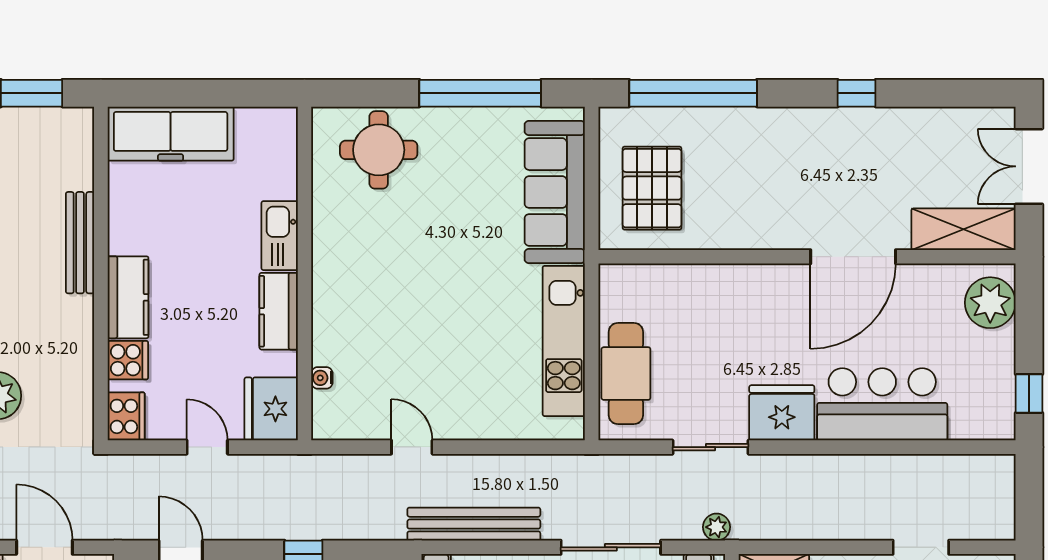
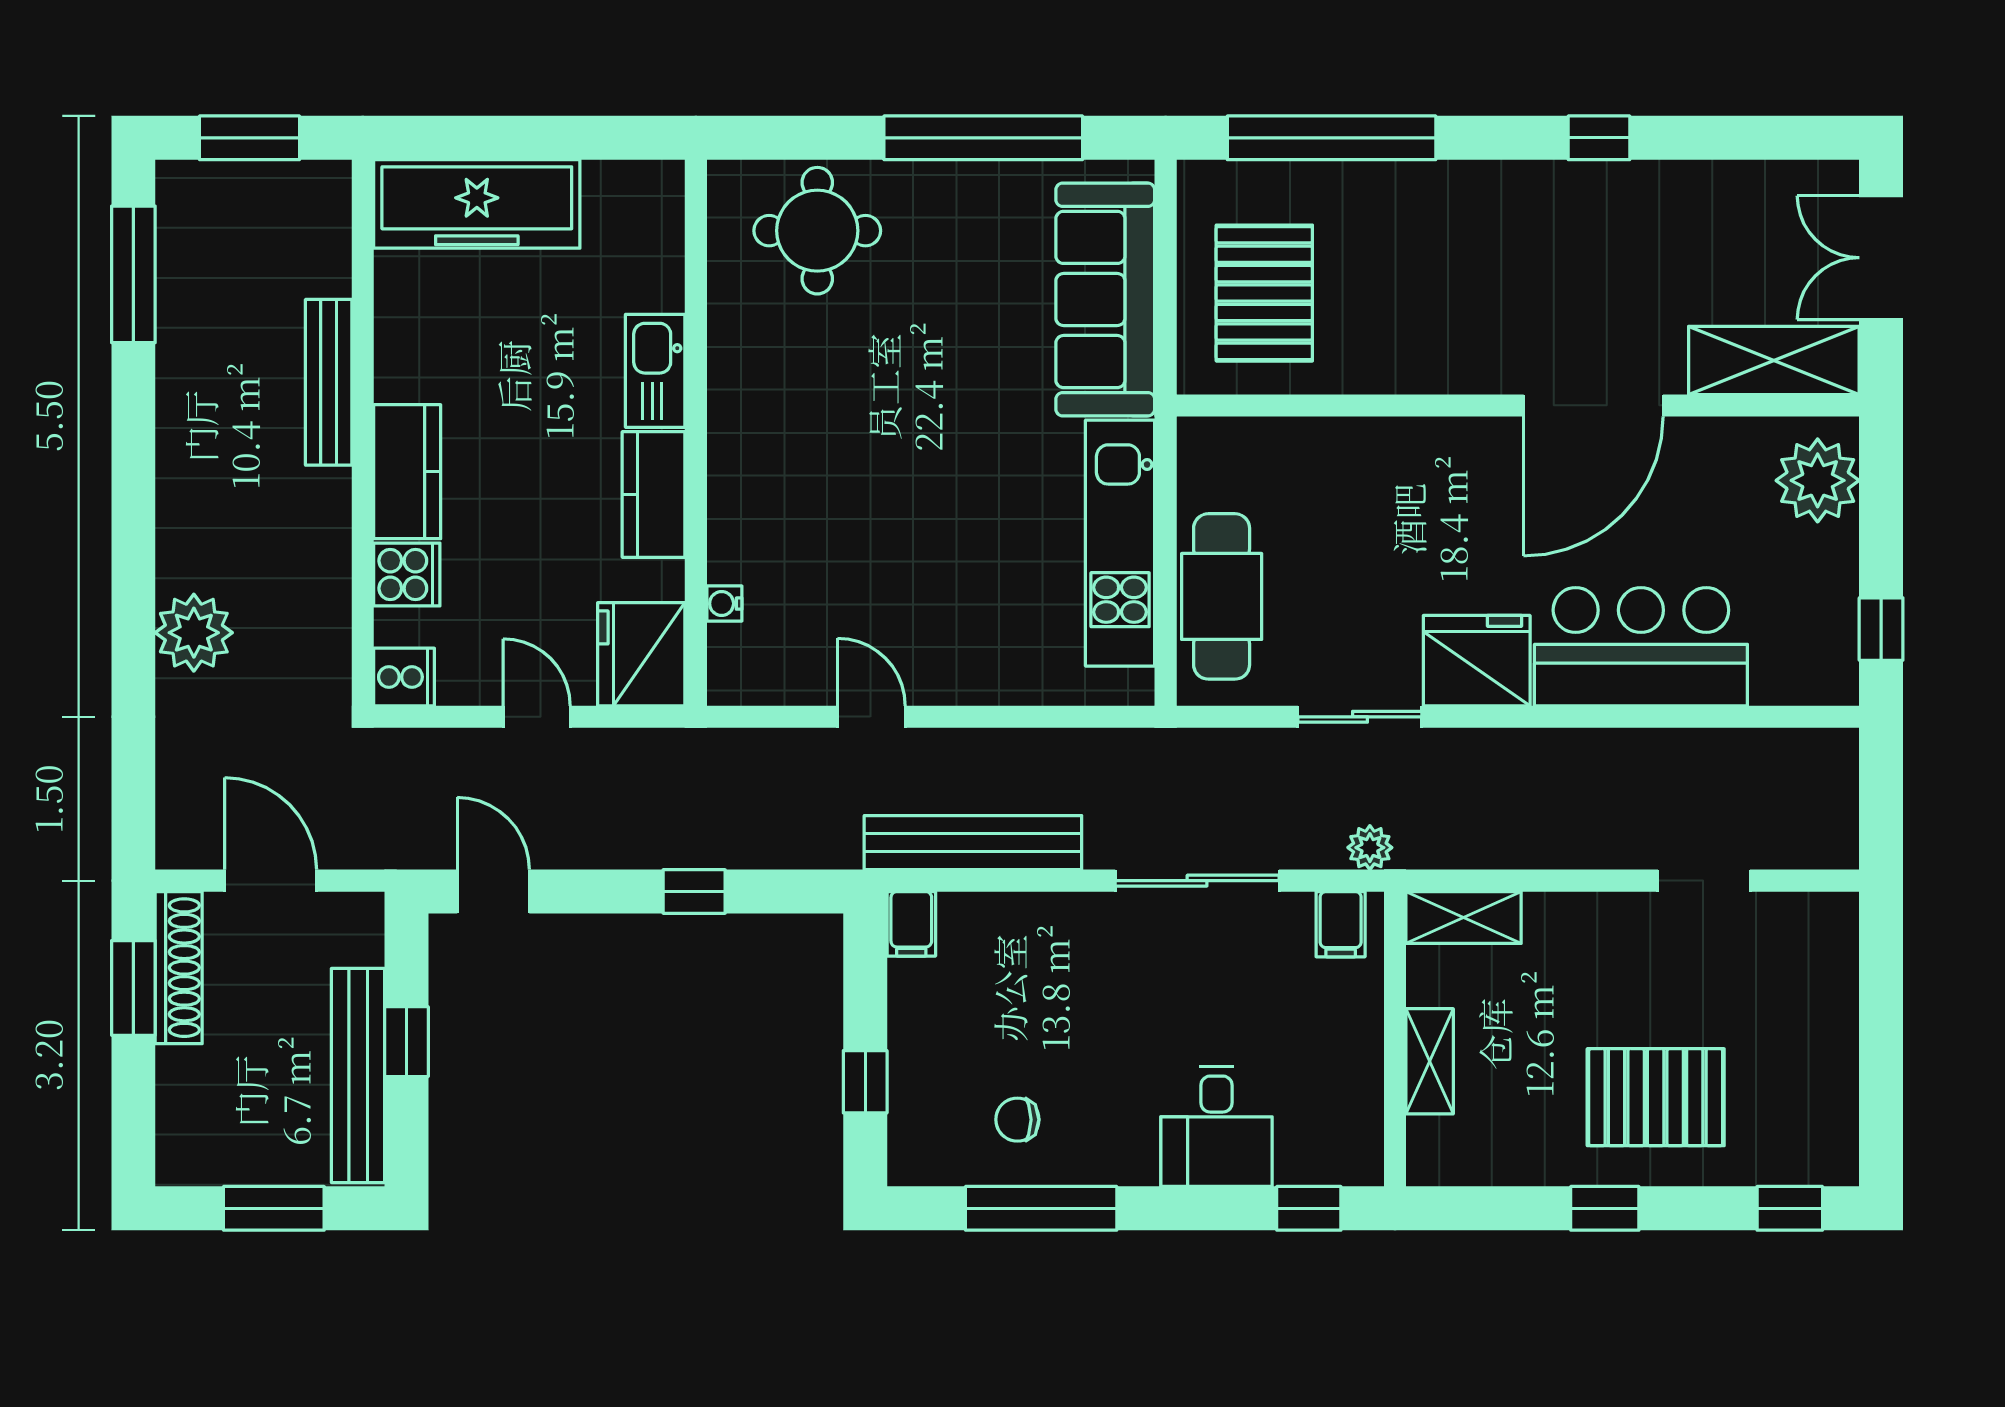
cooker: (126, 416) -> (404, 677), width x0.73

